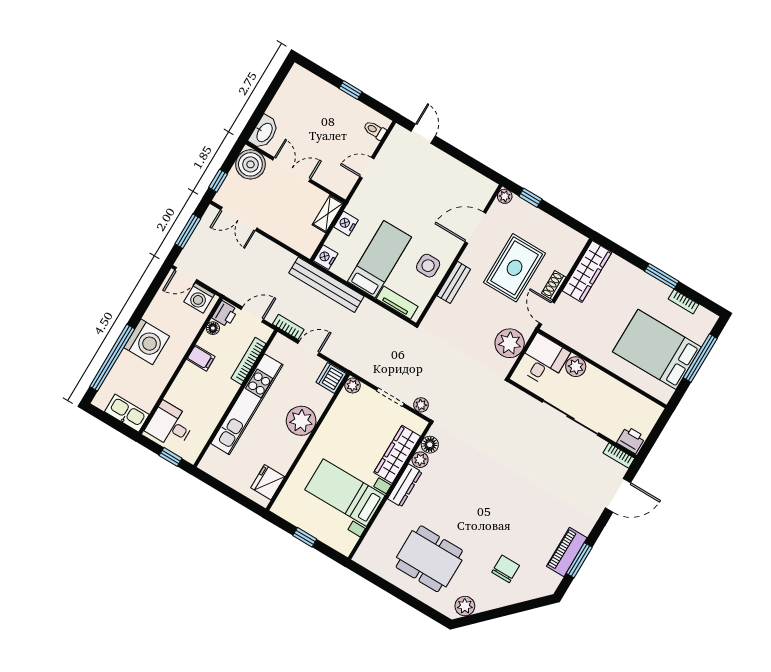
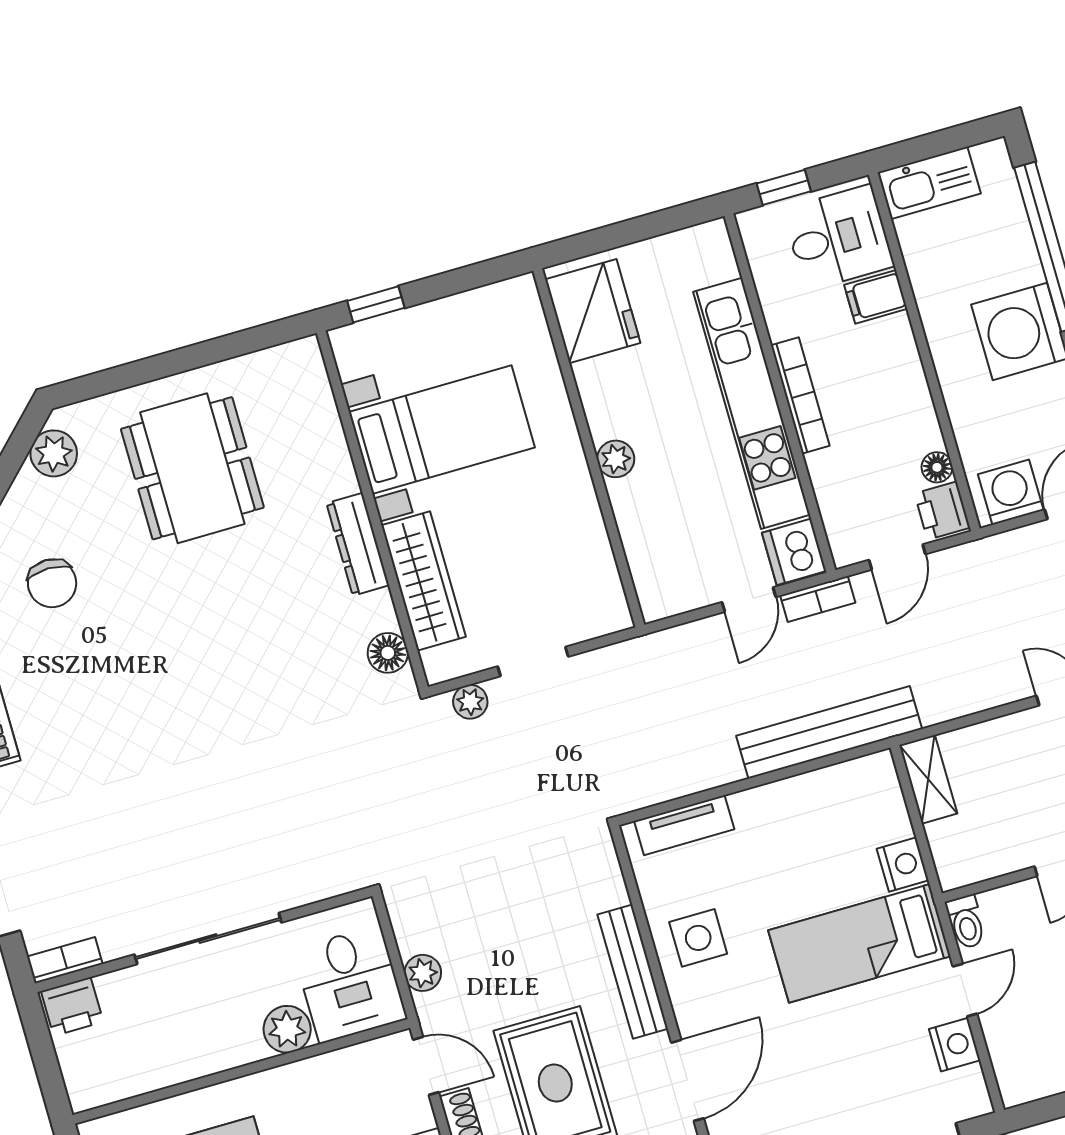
toilet: (375, 130) -> (966, 922), moved, turned 90
shelving: (328, 214) -> (928, 779), moved
nightstand: (326, 257) -> (955, 1045), moved
bed: (379, 259) -> (859, 943), moved, turned 90
bench: (454, 282) -> (633, 972), width x1.36
plant: (510, 343) -> (423, 973), width x0.53, depth x0.53
filing cabinet: (201, 358) -> (876, 297), moved
bookcase: (248, 361) -> (800, 395), moved
dishwasher: (331, 378) -> (794, 552), moved, turned 180
plant: (353, 386) -> (613, 615), removed
plant: (301, 421) -> (616, 459), width x0.53, depth x0.53
plant: (420, 460) -> (377, 612), removed
fridge: (268, 482) -> (593, 311), width x1.36, depth x1.34
window: (305, 537) -> (376, 304), moved
dining table: (429, 559) -> (192, 468), turned 90

